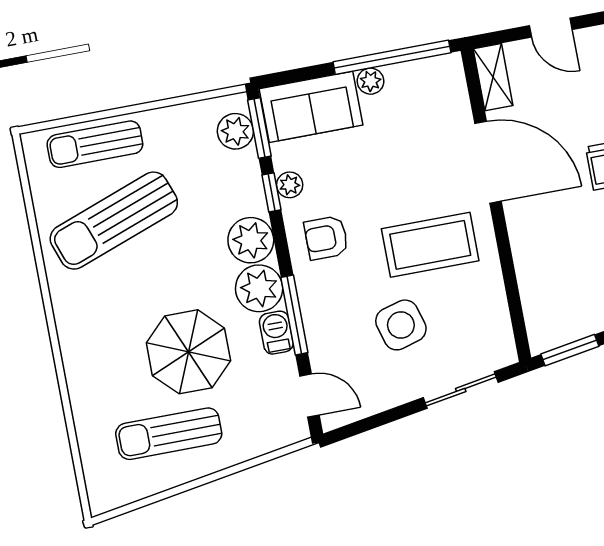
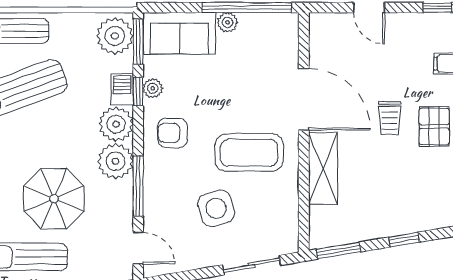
shelving: (493, 77) -> (323, 169), moved, width x1.50, depth x1.33
plant: (235, 131) -> (115, 36), width x1.36, depth x1.36
barbecue: (276, 333) -> (122, 89), moved

